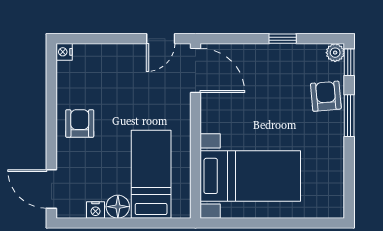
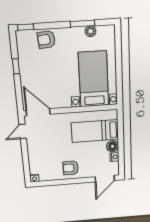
door: (161, 39) -> (23, 131), swing flipped
plant: (335, 53) -> (91, 31), moved
door: (195, 70) -> (38, 112), hinge flipped
window: (349, 116) -> (82, 24), moved

